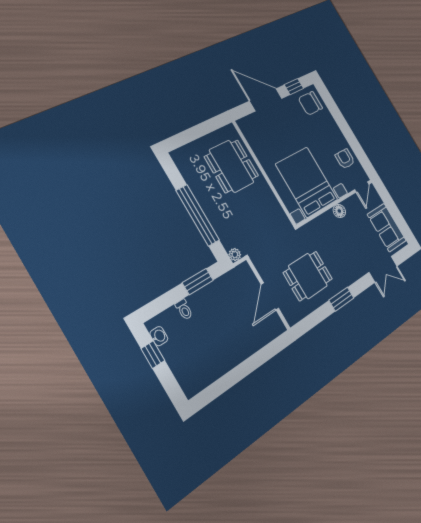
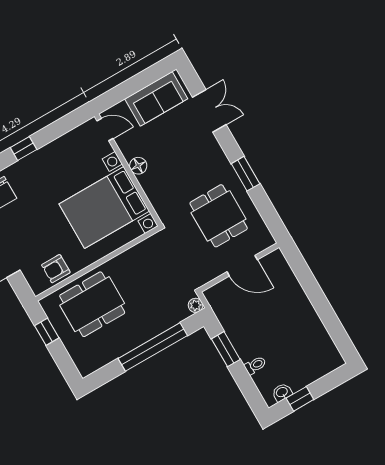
window: (343, 125) -> (24, 149), added
window: (207, 127) -> (47, 332), added
armchair: (345, 159) -> (56, 269), moved

